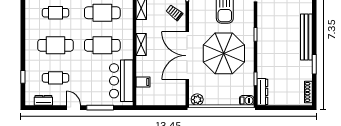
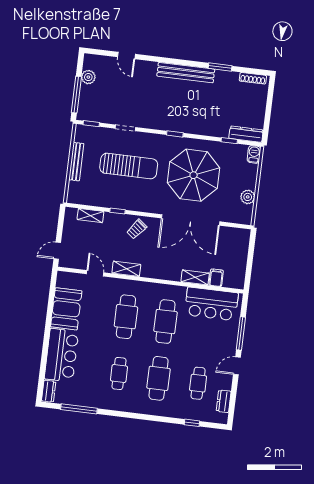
shelving: (141, 45) -> (195, 277), moved
plant: (197, 100) -> (248, 197), moved

